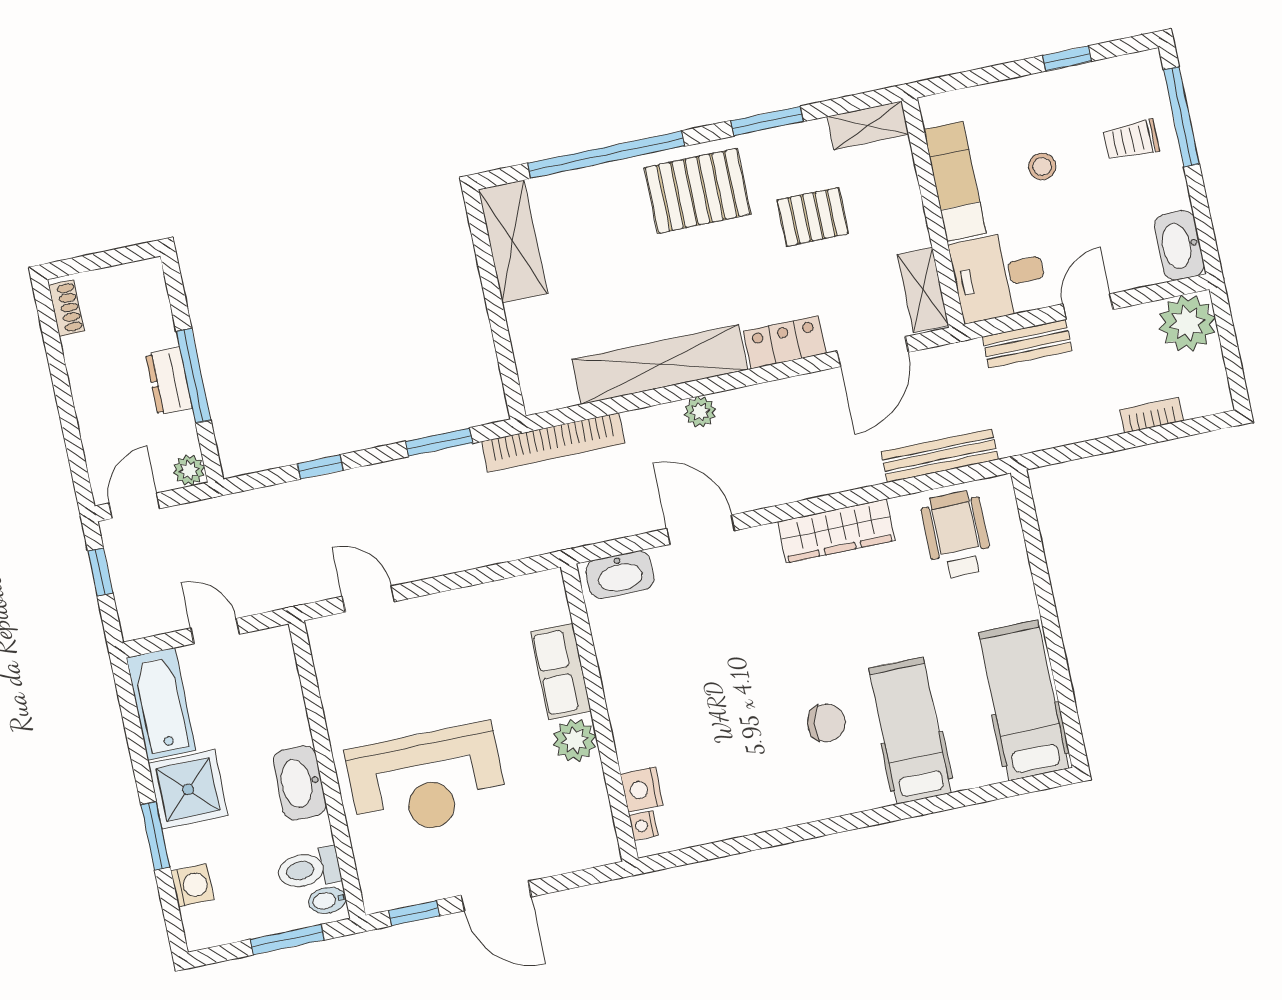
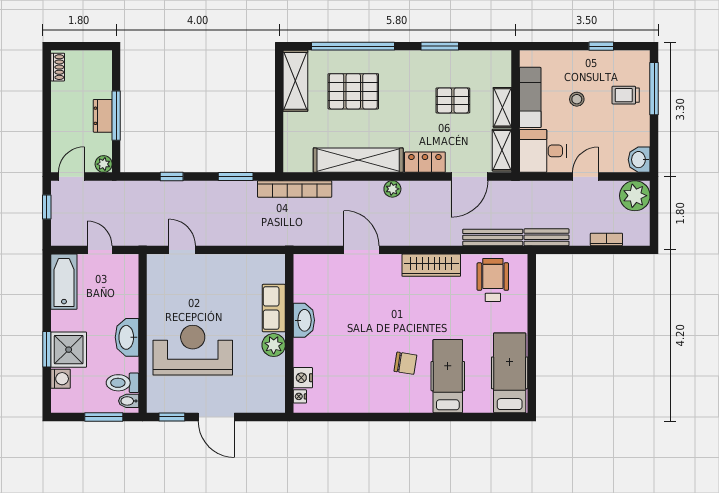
shelving: (868, 125) -> (502, 107), moved, turned 90
pallet: (698, 191) -> (353, 91), moved
washbasin: (1179, 245) -> (639, 160), width x0.72
bench: (1027, 344) -> (547, 237), moved
plant: (700, 412) -> (392, 189), moved
washbasin: (620, 575) -> (304, 320), moved, turned -90
reception desk: (427, 781) -> (193, 350), turned 180
shower: (188, 789) -> (69, 350), moved

